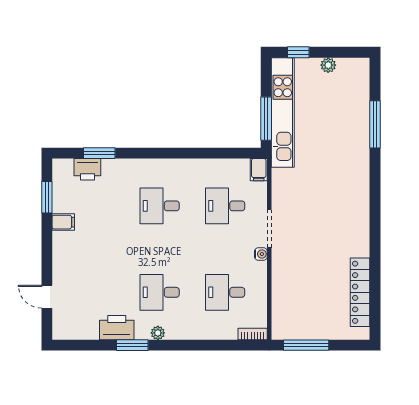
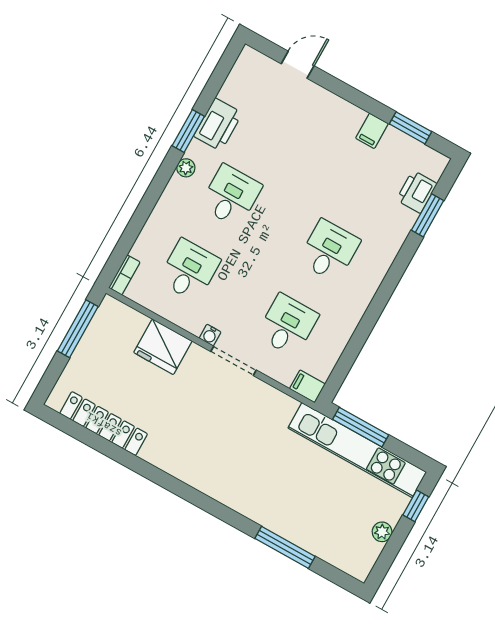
fridge: (286, 281) -> (163, 347), added

